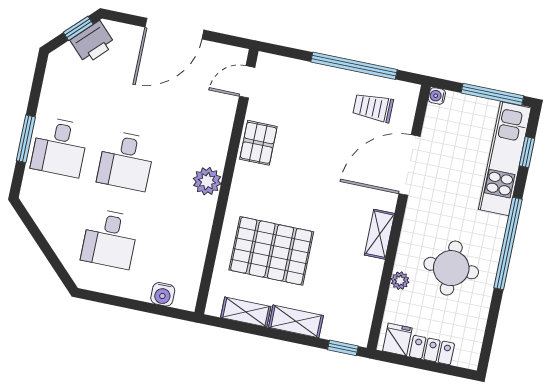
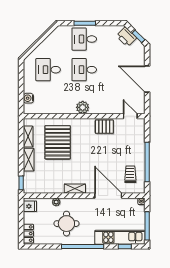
printer: (93, 42) -> (126, 37), moved
locker: (432, 350) -> (28, 234), moved

